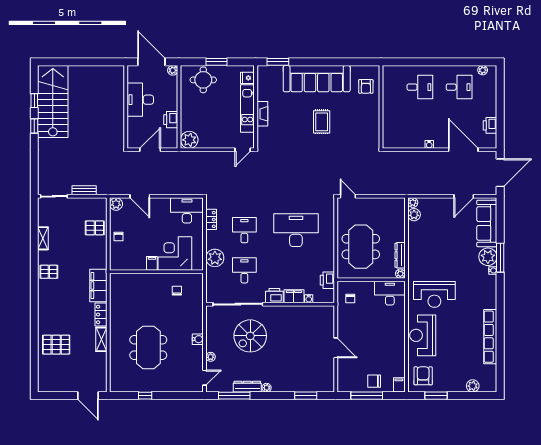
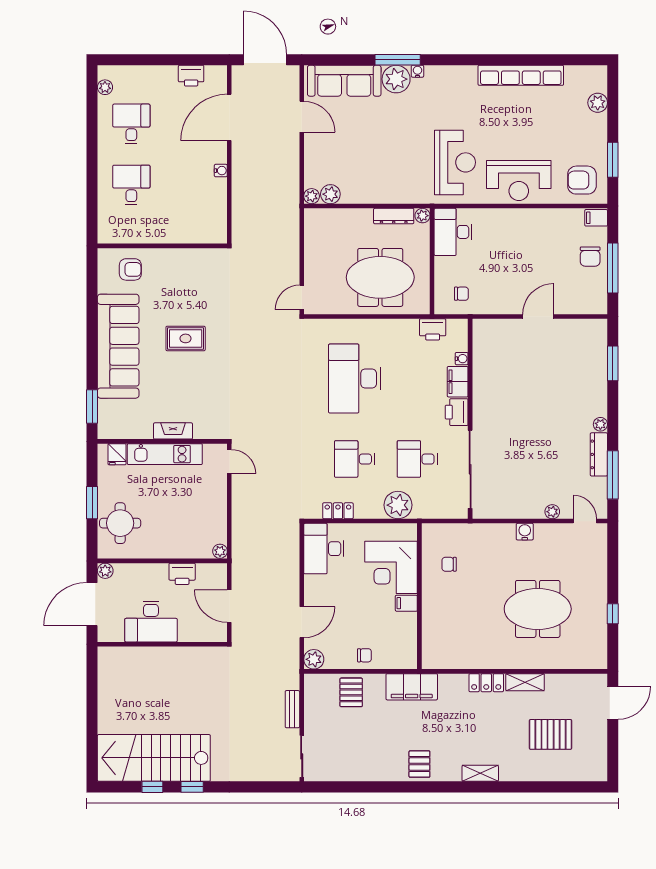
plant: (189, 140) -> (220, 551), width x0.53, depth x0.53
shelving: (43, 238) -> (480, 773), moved
filing cabinet: (98, 286) -> (412, 687), moved
spiral stairs: (250, 336) -> (520, 450), removed
pallet: (56, 345) -> (551, 734), moved, turned 90

